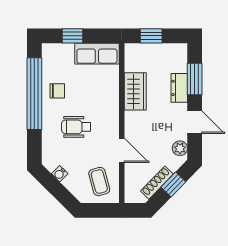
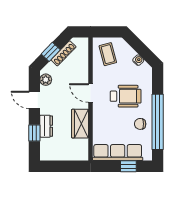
window: (151, 36) -> (68, 166), removed
row of seats: (97, 54) -> (118, 153), width x1.48
window: (195, 79) -> (34, 133), width x0.67
wheelchair: (76, 127) -> (126, 96), width x1.36, depth x1.37
door: (122, 150) -> (91, 93), moved

